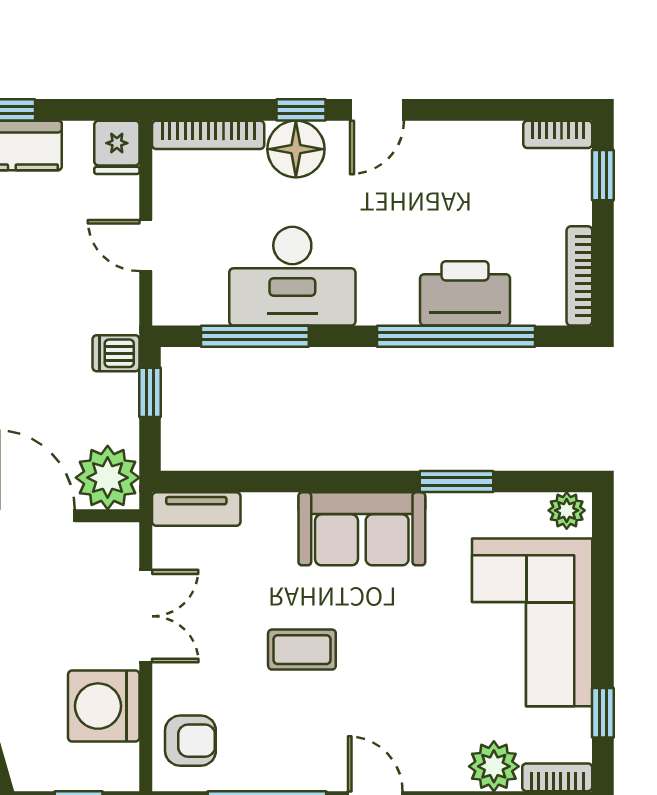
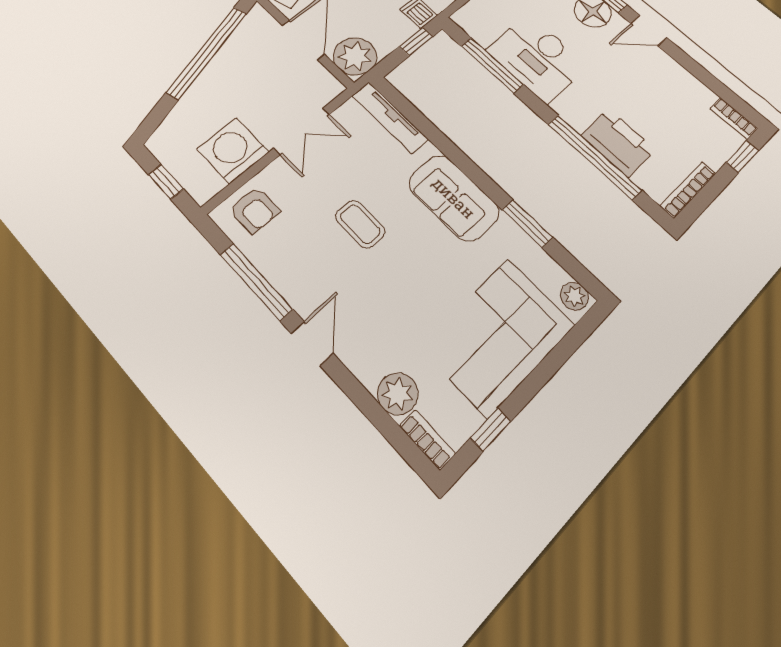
tv unit: (196, 509) -> (390, 117), width x1.41

